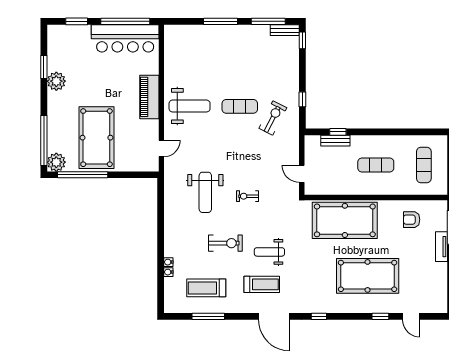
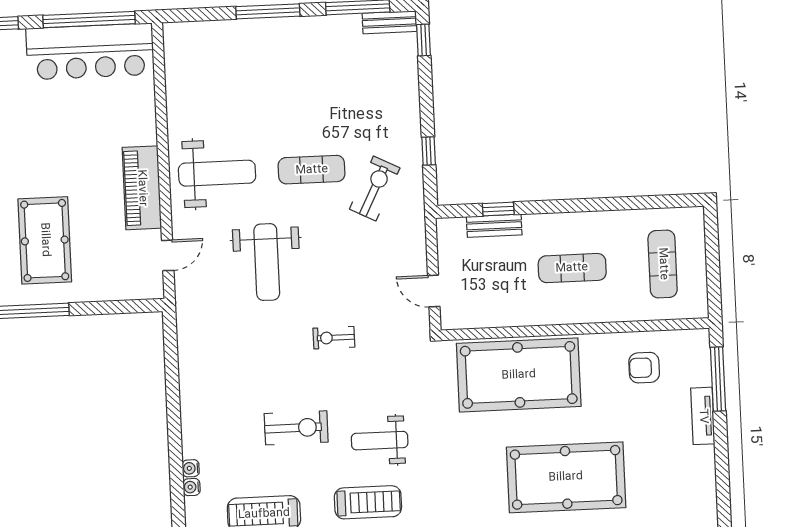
piano: (149, 97) -> (142, 188), moved
pool table: (96, 138) -> (45, 240), width x0.73, depth x0.76
weight bench: (205, 192) -> (267, 262), moved

